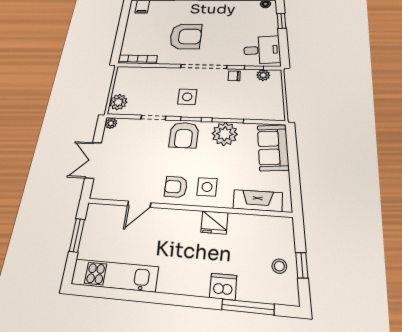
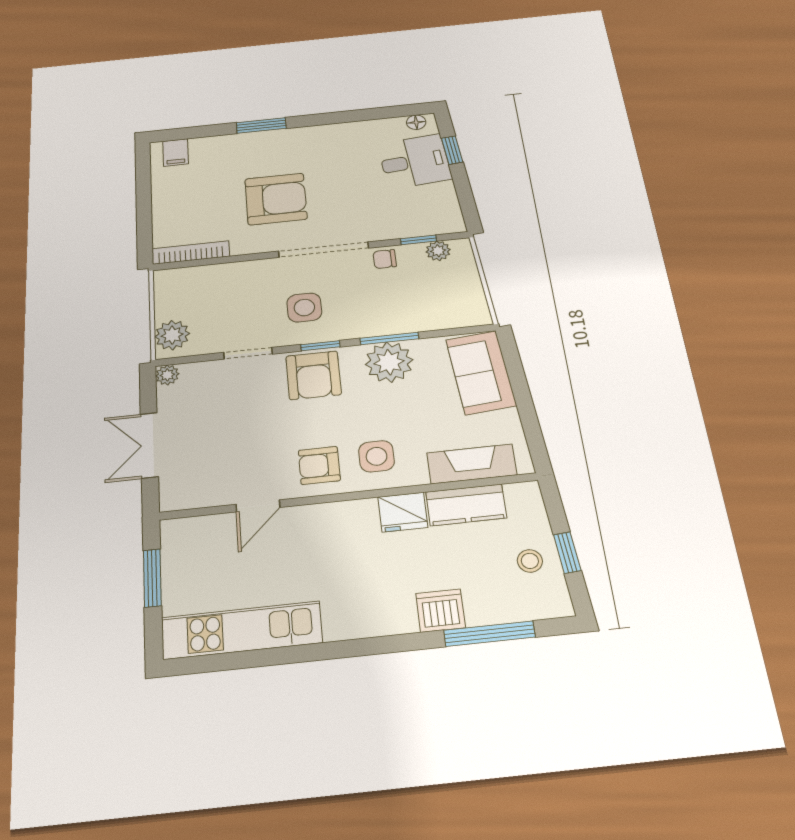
desk: (262, 50) -> (415, 162), moved
kitchen counter: (250, 225) -> (466, 505), added

